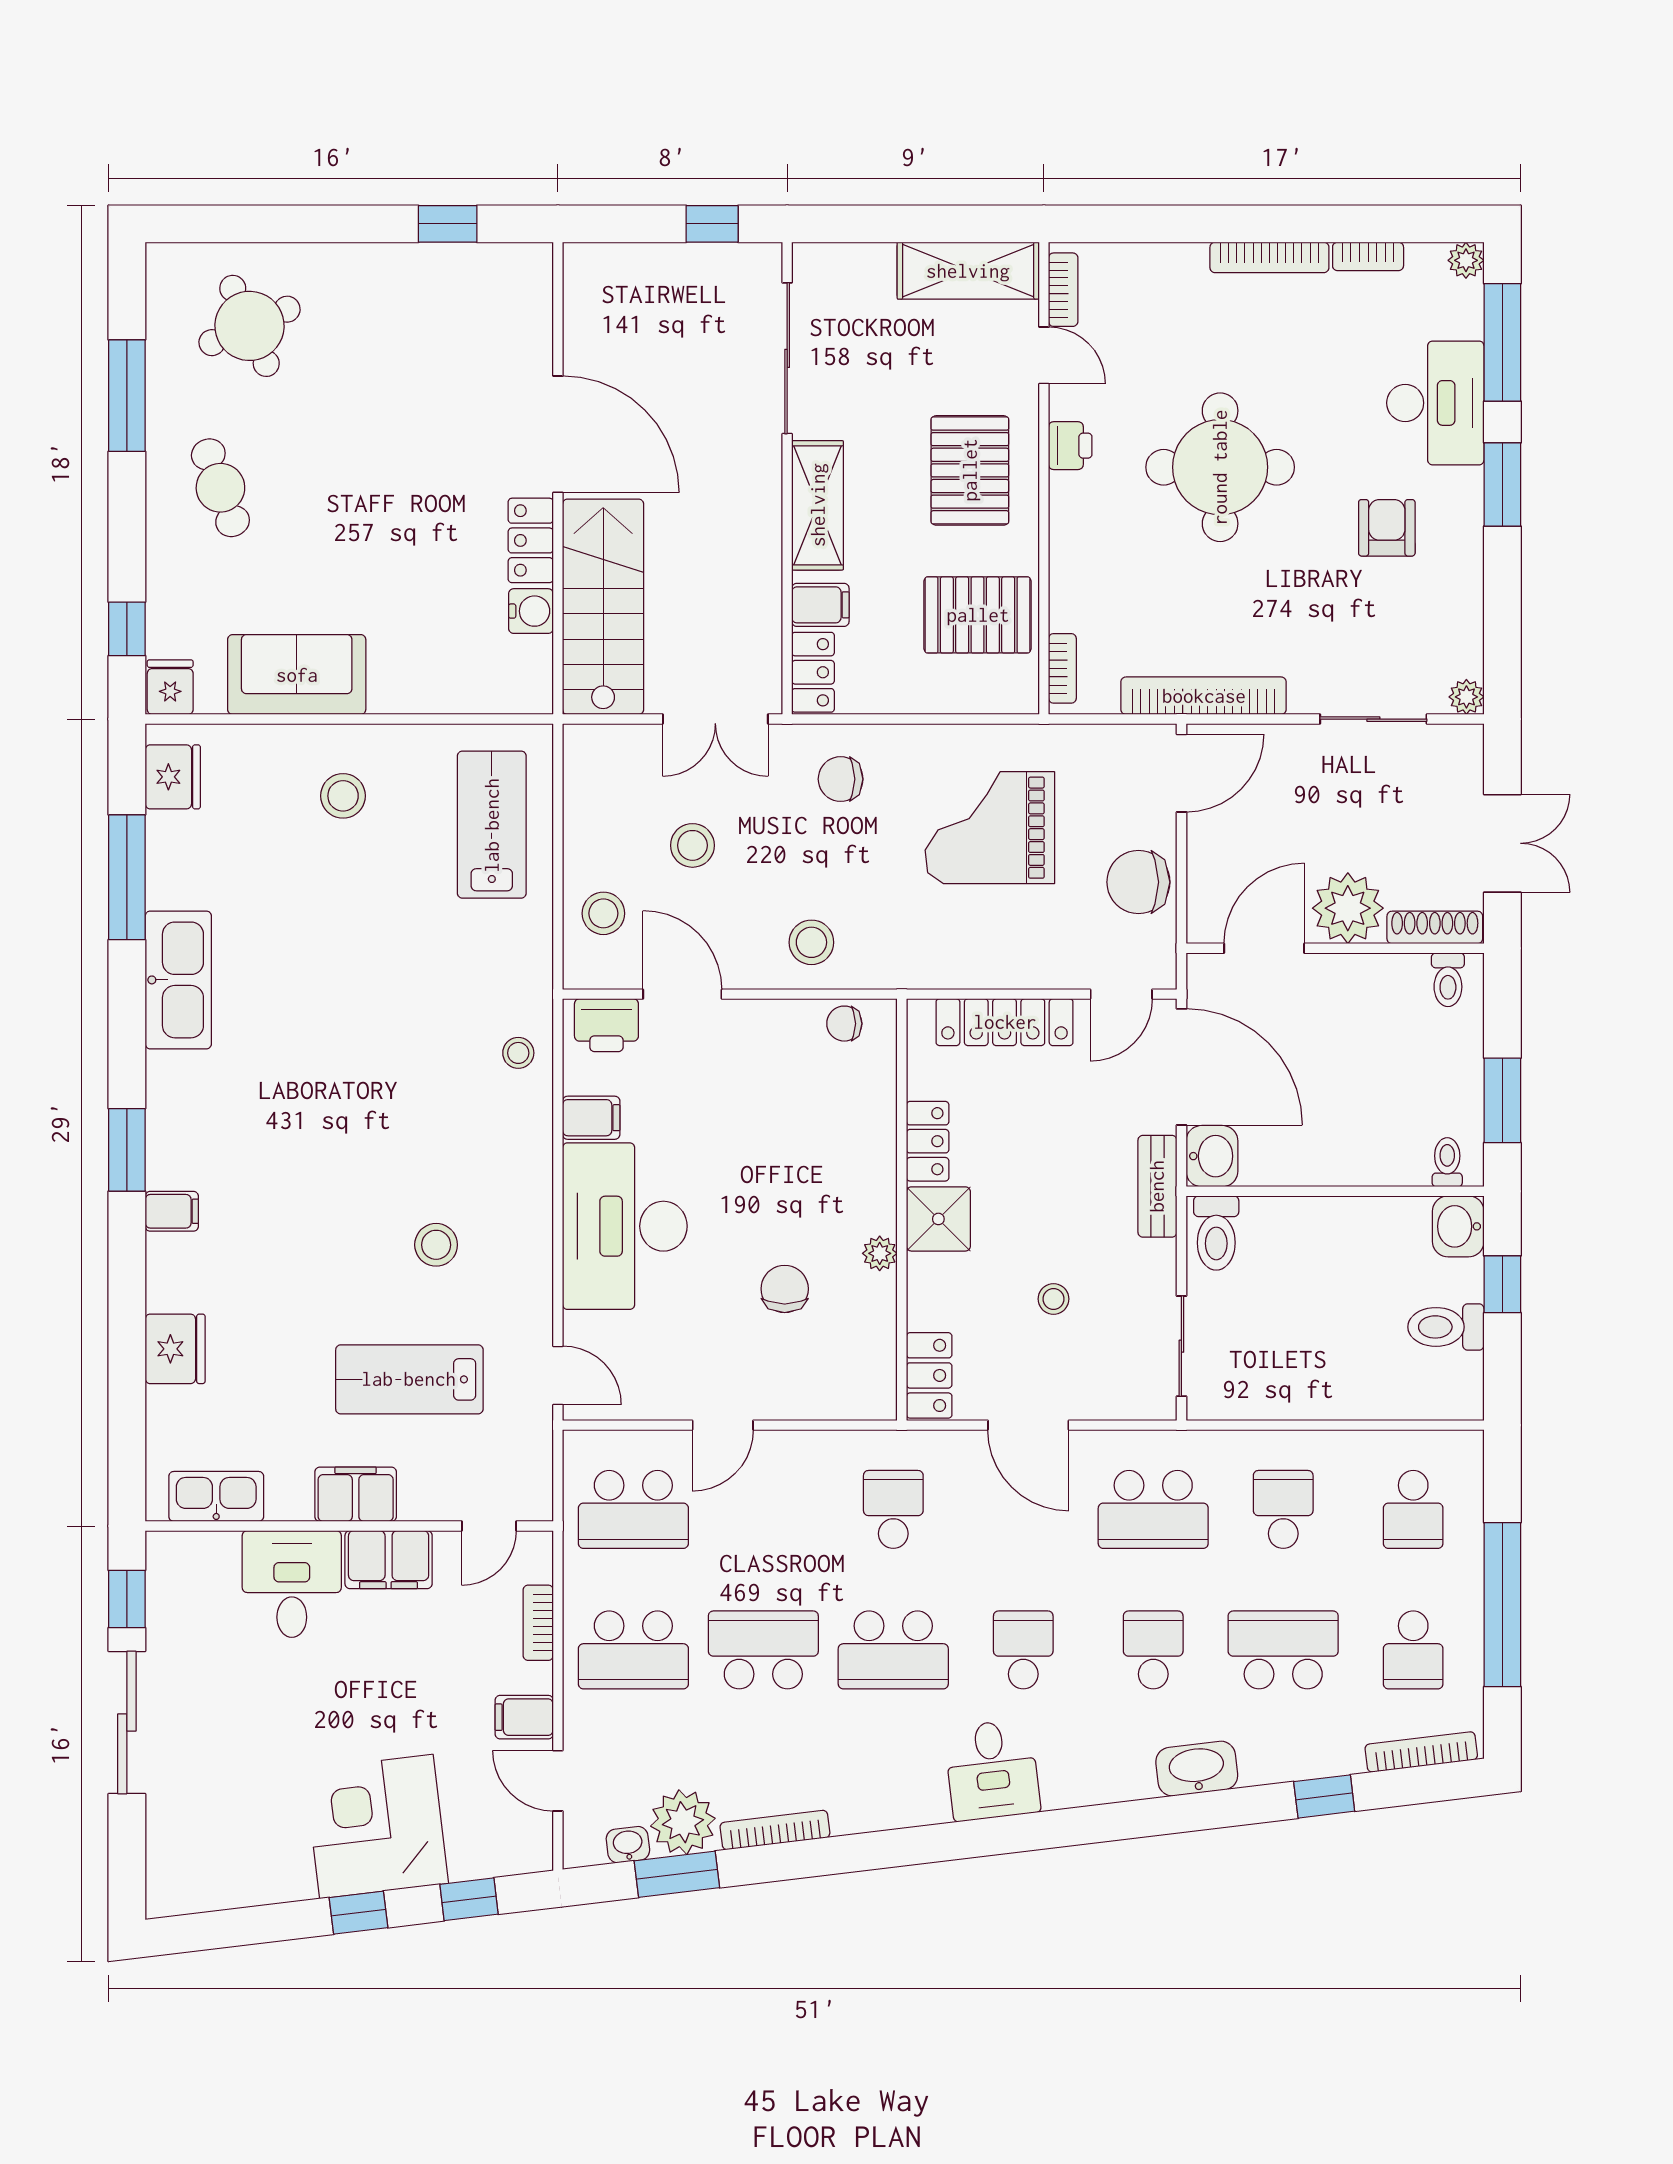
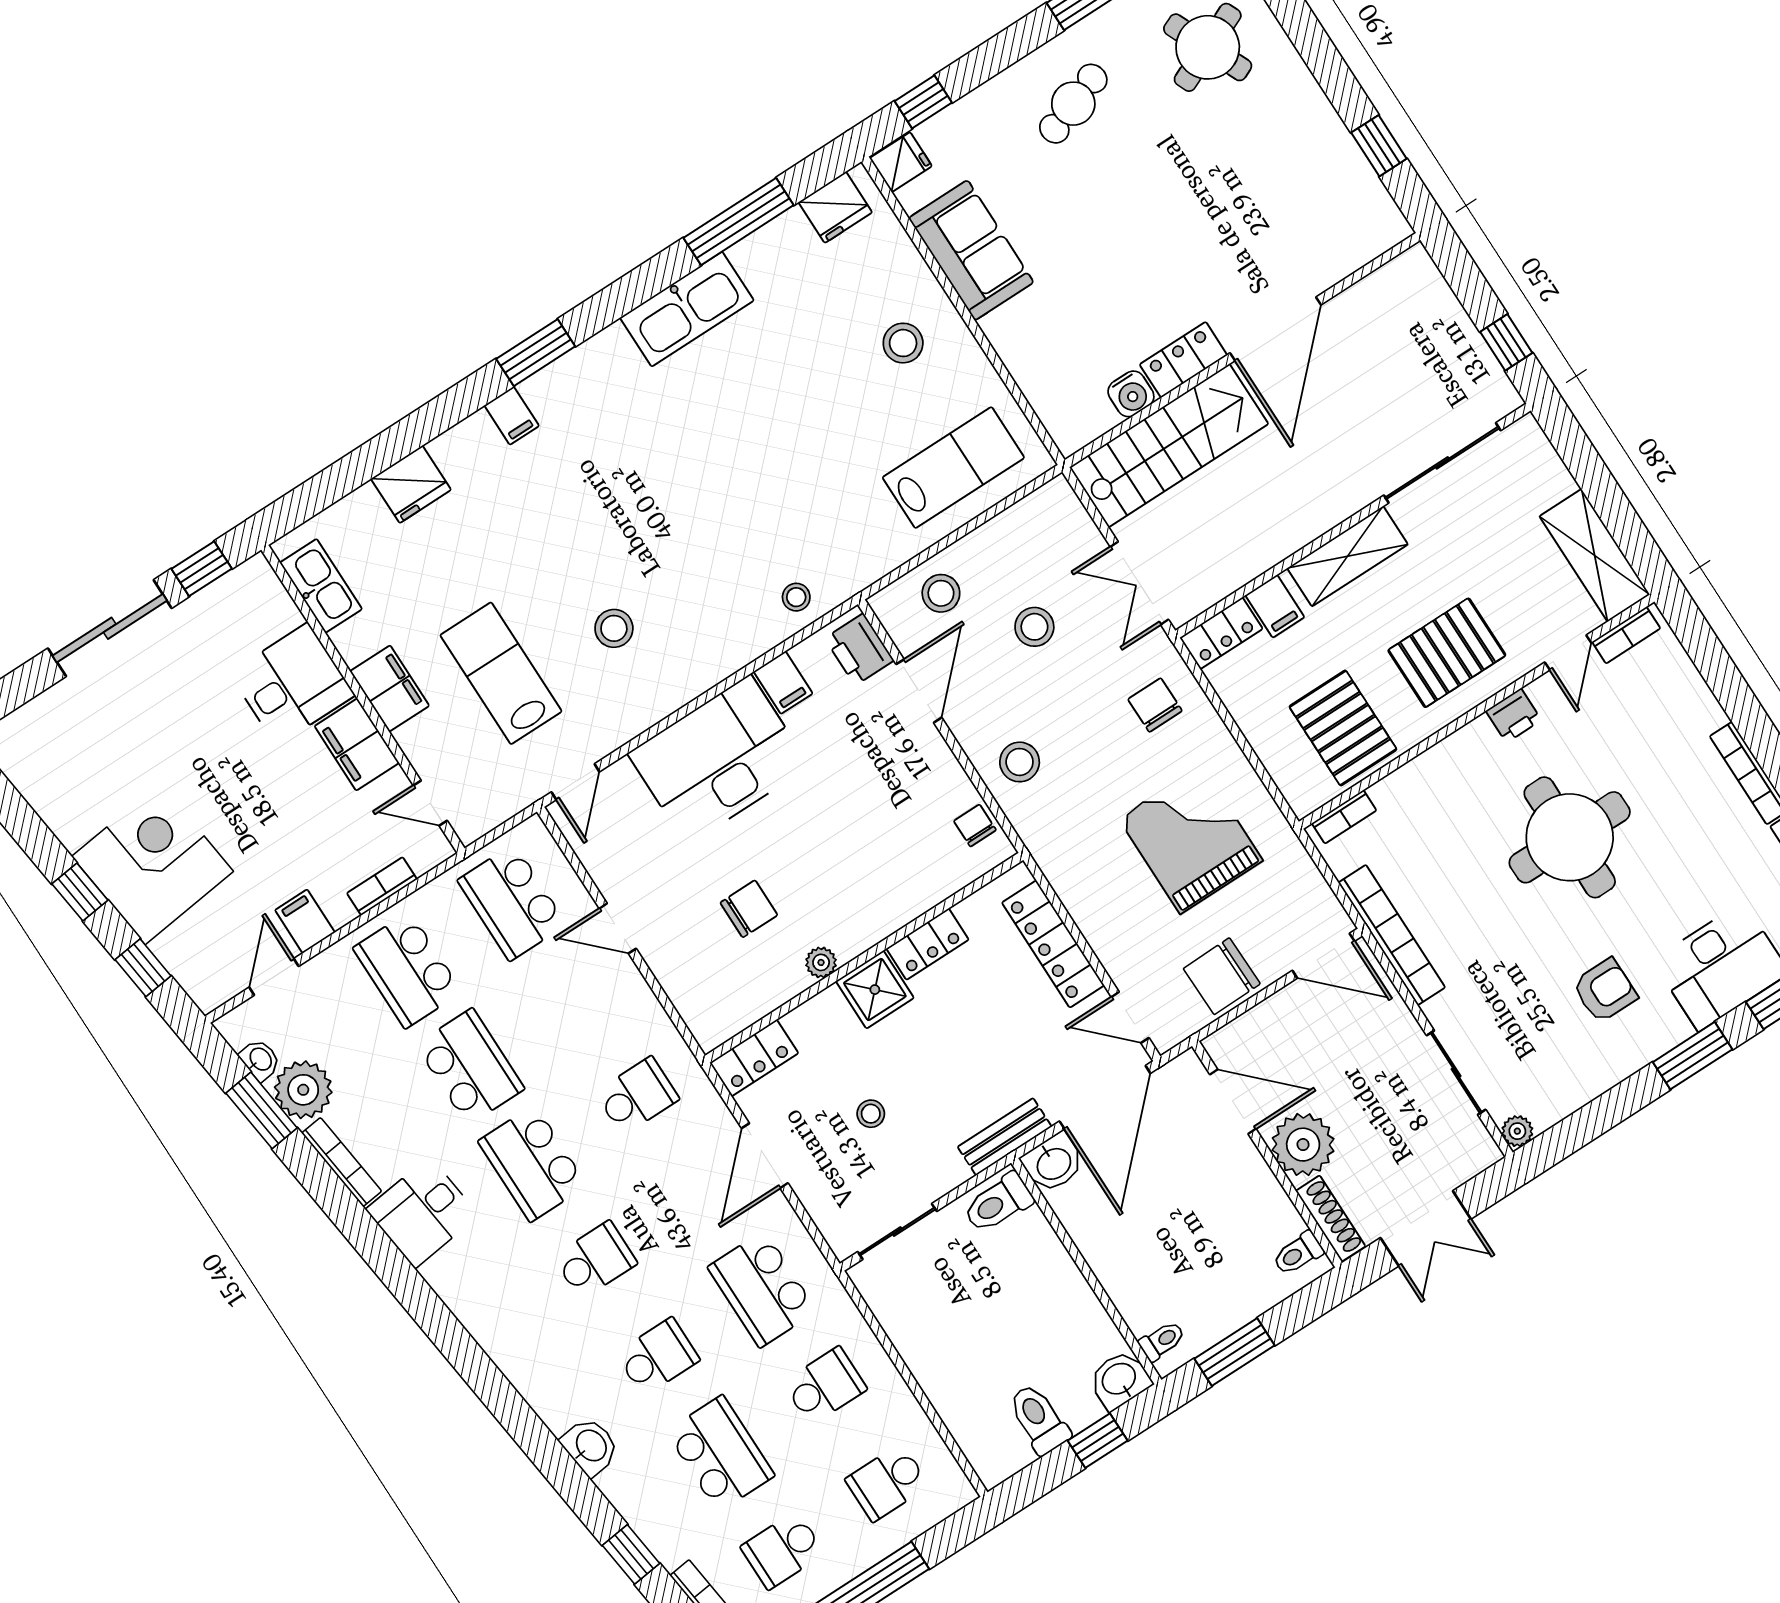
chair: (1138, 882) -> (1222, 976), turned -91
washbasin: (1197, 1769) -> (590, 1446), width x0.72
desk: (992, 1770) -> (422, 1212), moved

